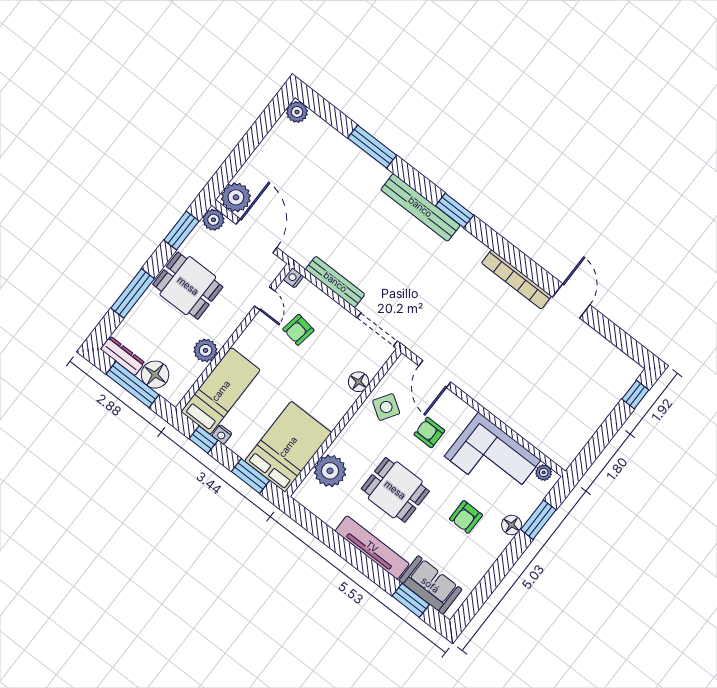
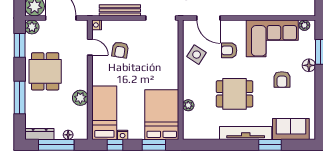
dining table: (188, 286) -> (45, 71), turned 90
floor lamp: (155, 375) -> (68, 135), width x0.53, depth x0.53
floor lamp: (359, 382) -> (172, 53), removed
plant: (330, 471) -> (188, 105), width x0.53, depth x0.53
window: (411, 600) -> (270, 145), moved

